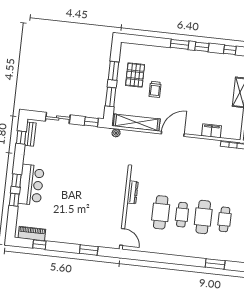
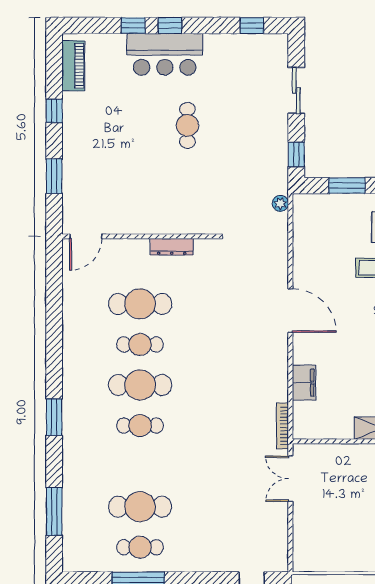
shelving: (137, 123) -> (304, 240), removed
bench: (30, 134) -> (260, 42), removed
cafe table: (70, 177) -> (187, 125), added
window: (39, 245) -> (54, 111), moved

